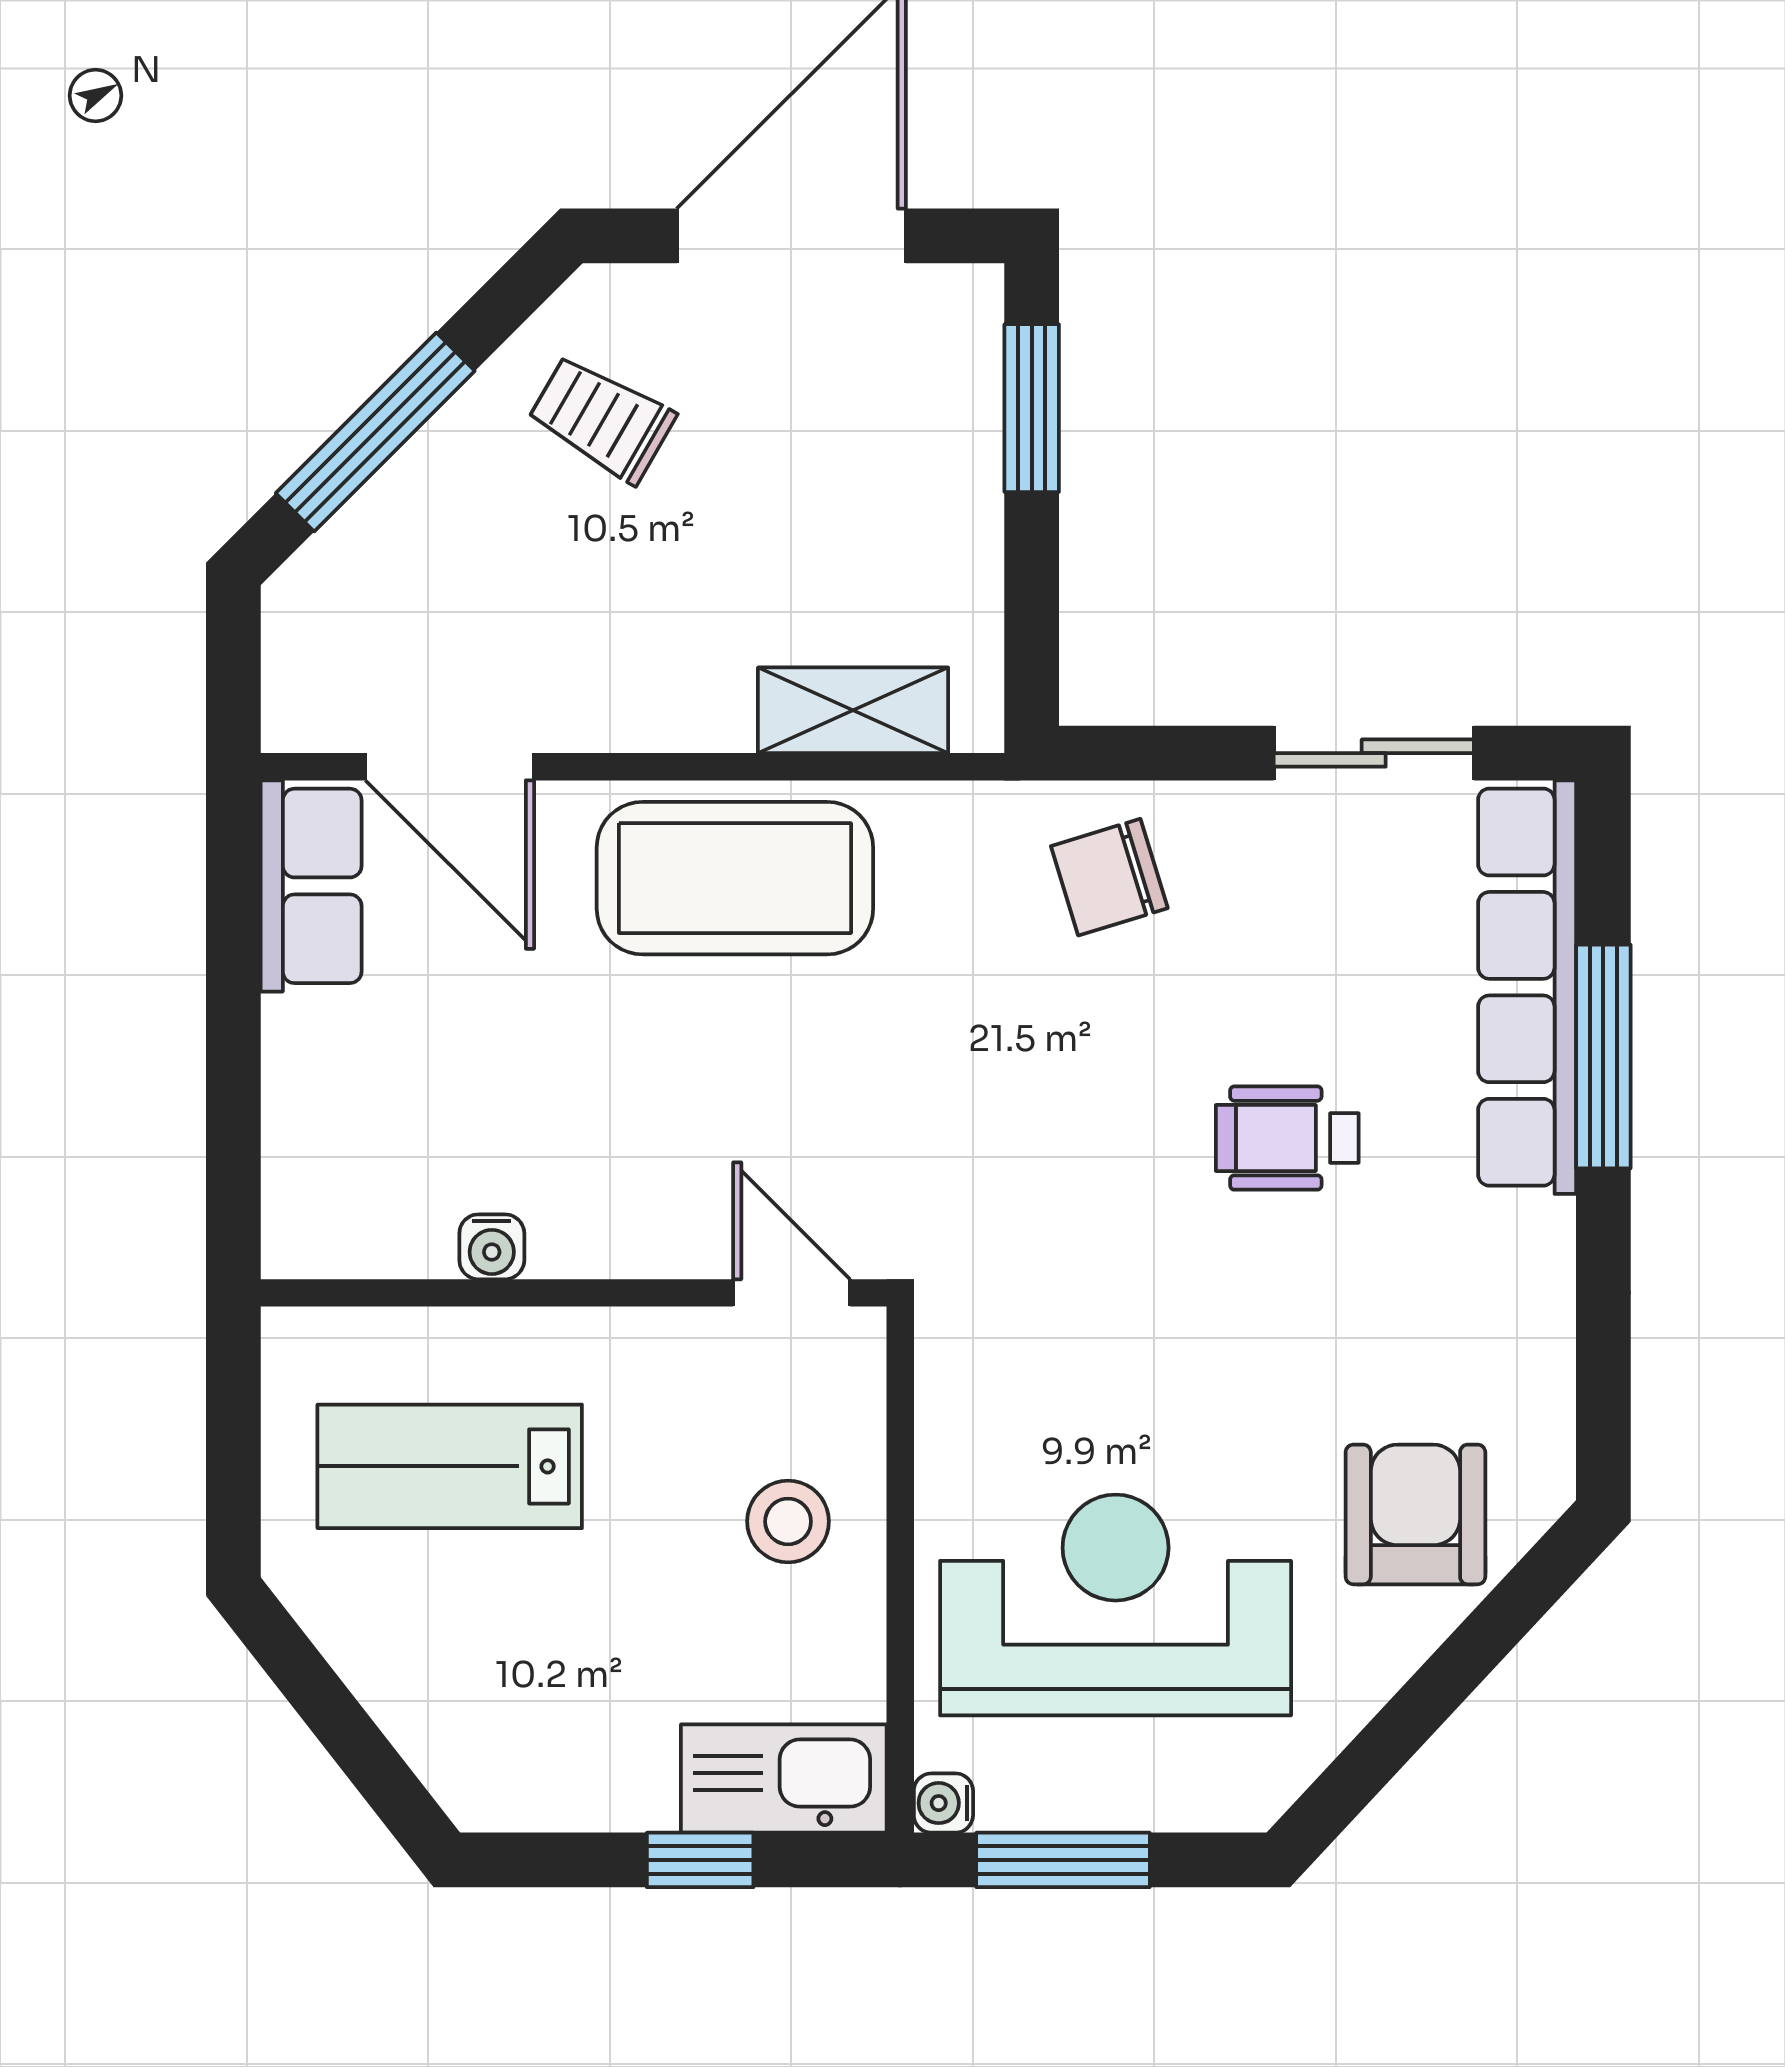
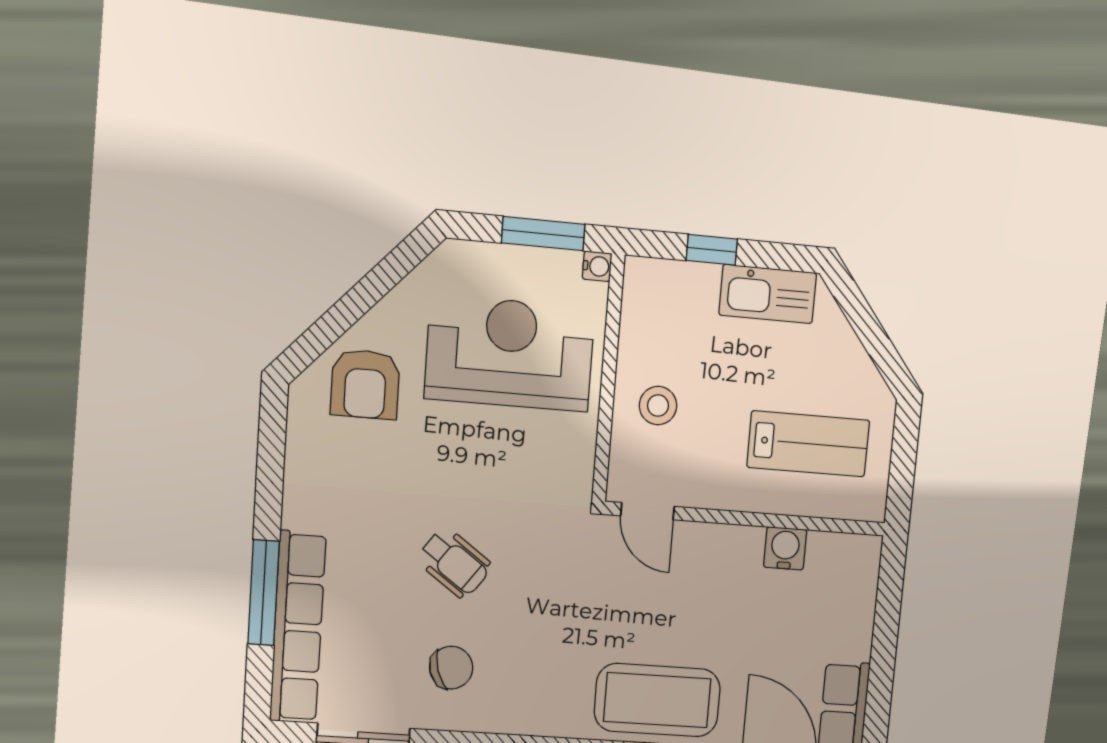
chair: (1109, 877) -> (451, 668), moved
wheelchair: (1287, 1138) -> (454, 563), moved, turned 36
water cooler: (492, 1247) -> (785, 548), width x1.38, depth x1.38
reception desk: (1116, 1605) -> (510, 353), turned 180
kitchen sink: (784, 1778) -> (768, 294), moved

